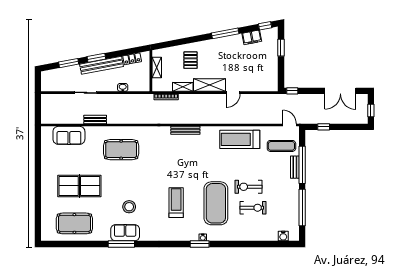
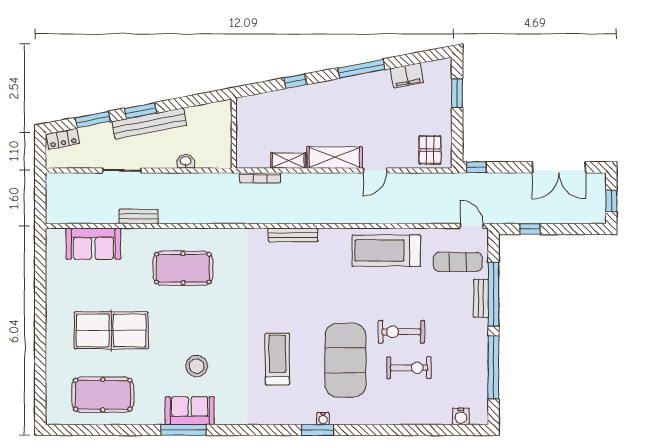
window: (265, 26) -> (295, 81), moved
locker: (132, 59) -> (63, 139), moved
pallet: (191, 60) -> (430, 150), moved
shelving: (157, 67) -> (244, 127), removed

